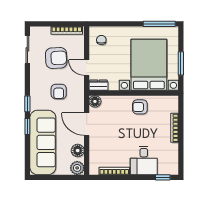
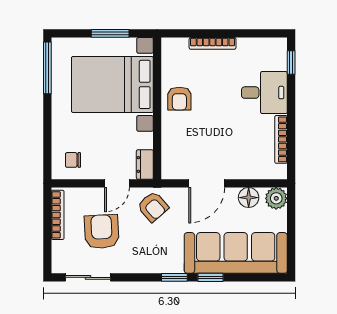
armchair: (59, 92) -> (153, 207), moved, turned 49
floor lamp: (95, 101) -> (171, 170), removed

